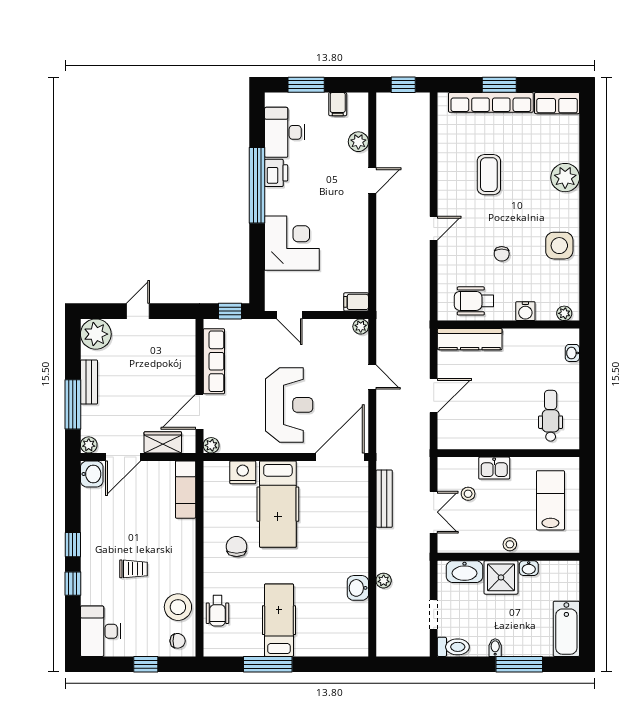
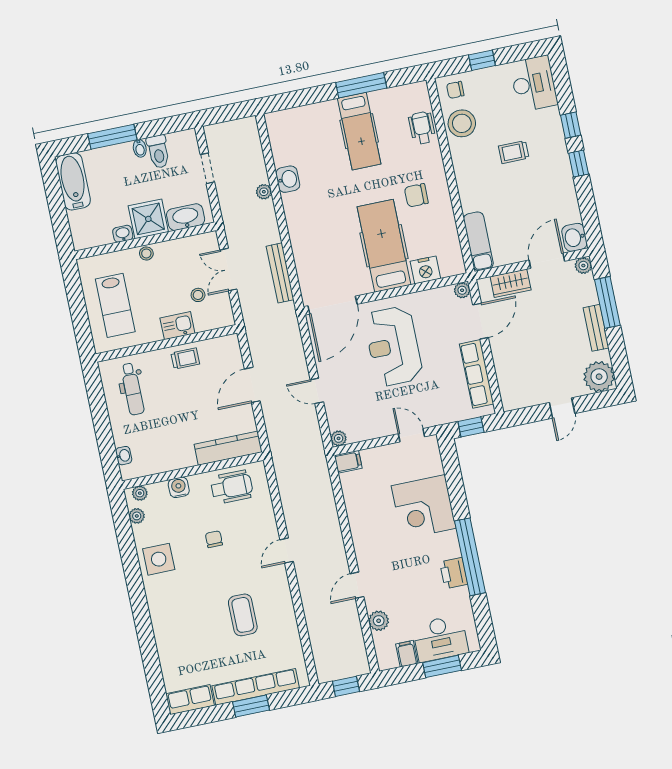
desk: (284, 132) -> (440, 639), moved, turned 90
plant: (565, 178) -> (137, 516), moved, width x0.53, depth x0.53
trolley: (493, 435) -> (185, 359), added
chair: (237, 546) -> (416, 195), turned 90
toilet: (453, 647) -> (158, 152), moved, turned -90

